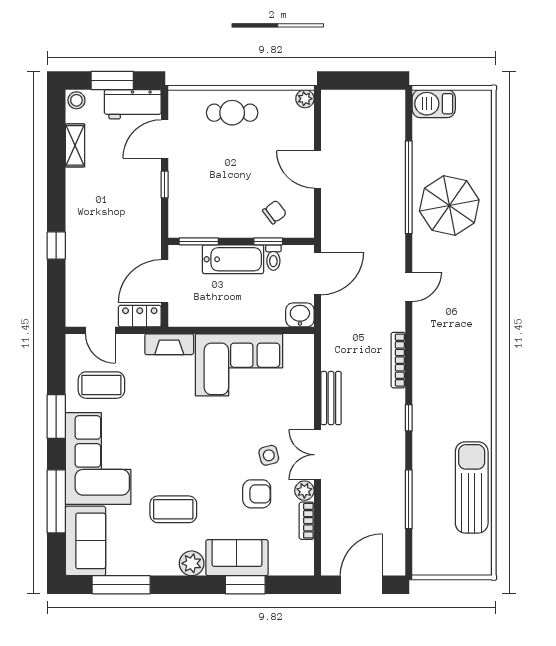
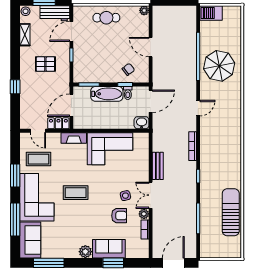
pallet: (115, 202) -> (45, 64), added
coffee table: (173, 509) -> (76, 193), moved

